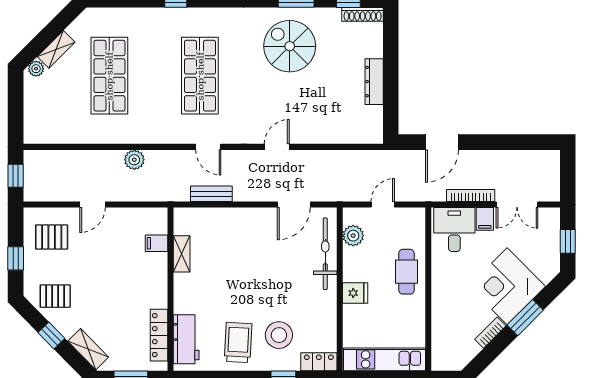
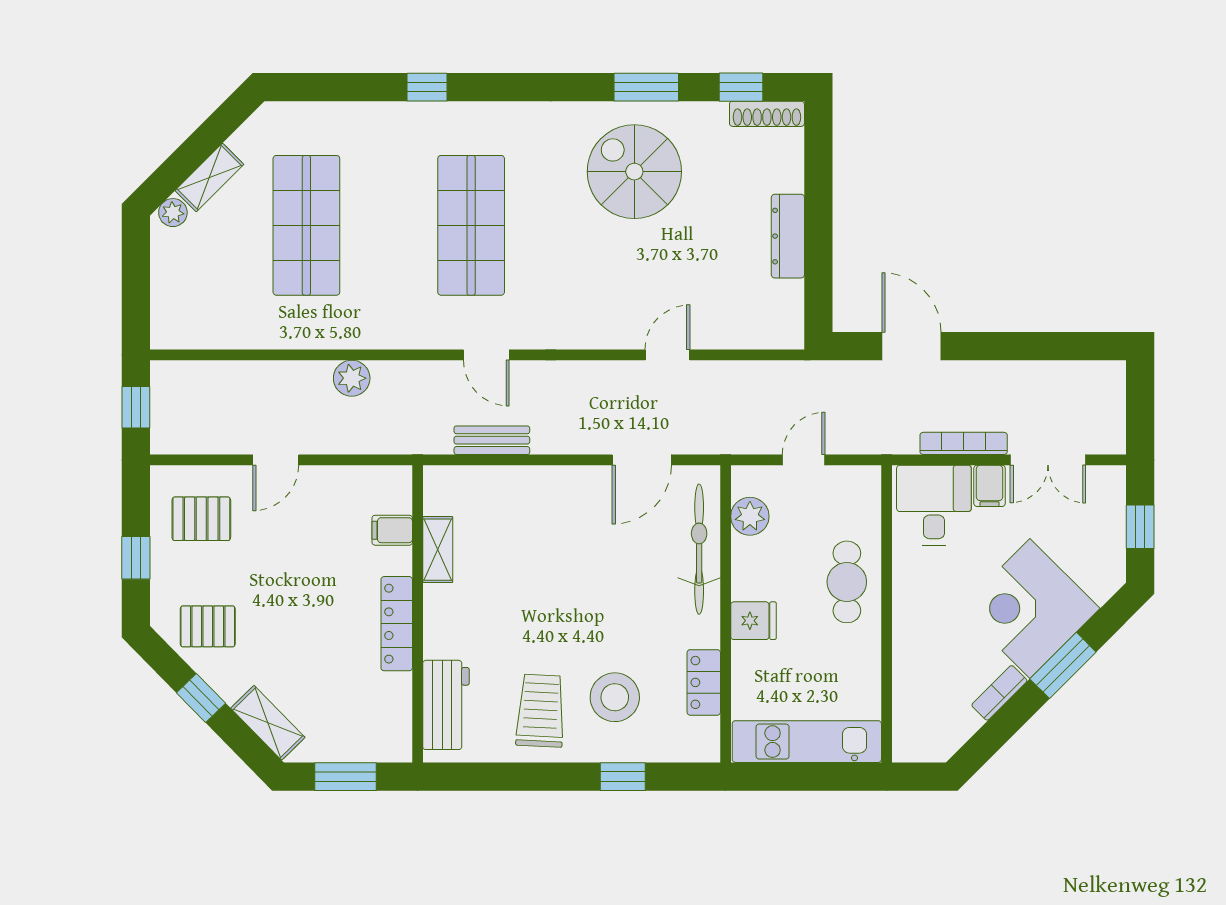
door: (442, 142) -> (912, 346), swing flipped
door: (277, 147) -> (667, 355), moved
locker: (159, 335) -> (397, 624), moved
locker: (319, 362) -> (704, 682), moved, turned -90

